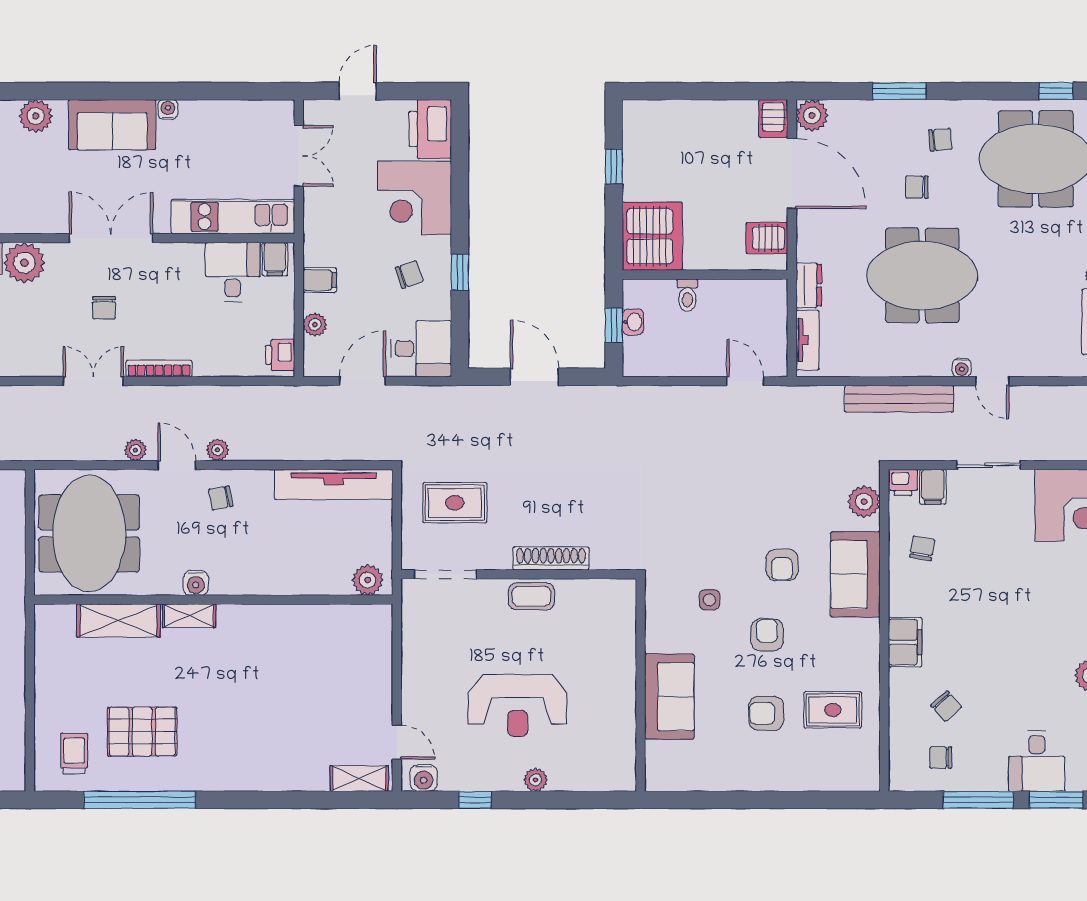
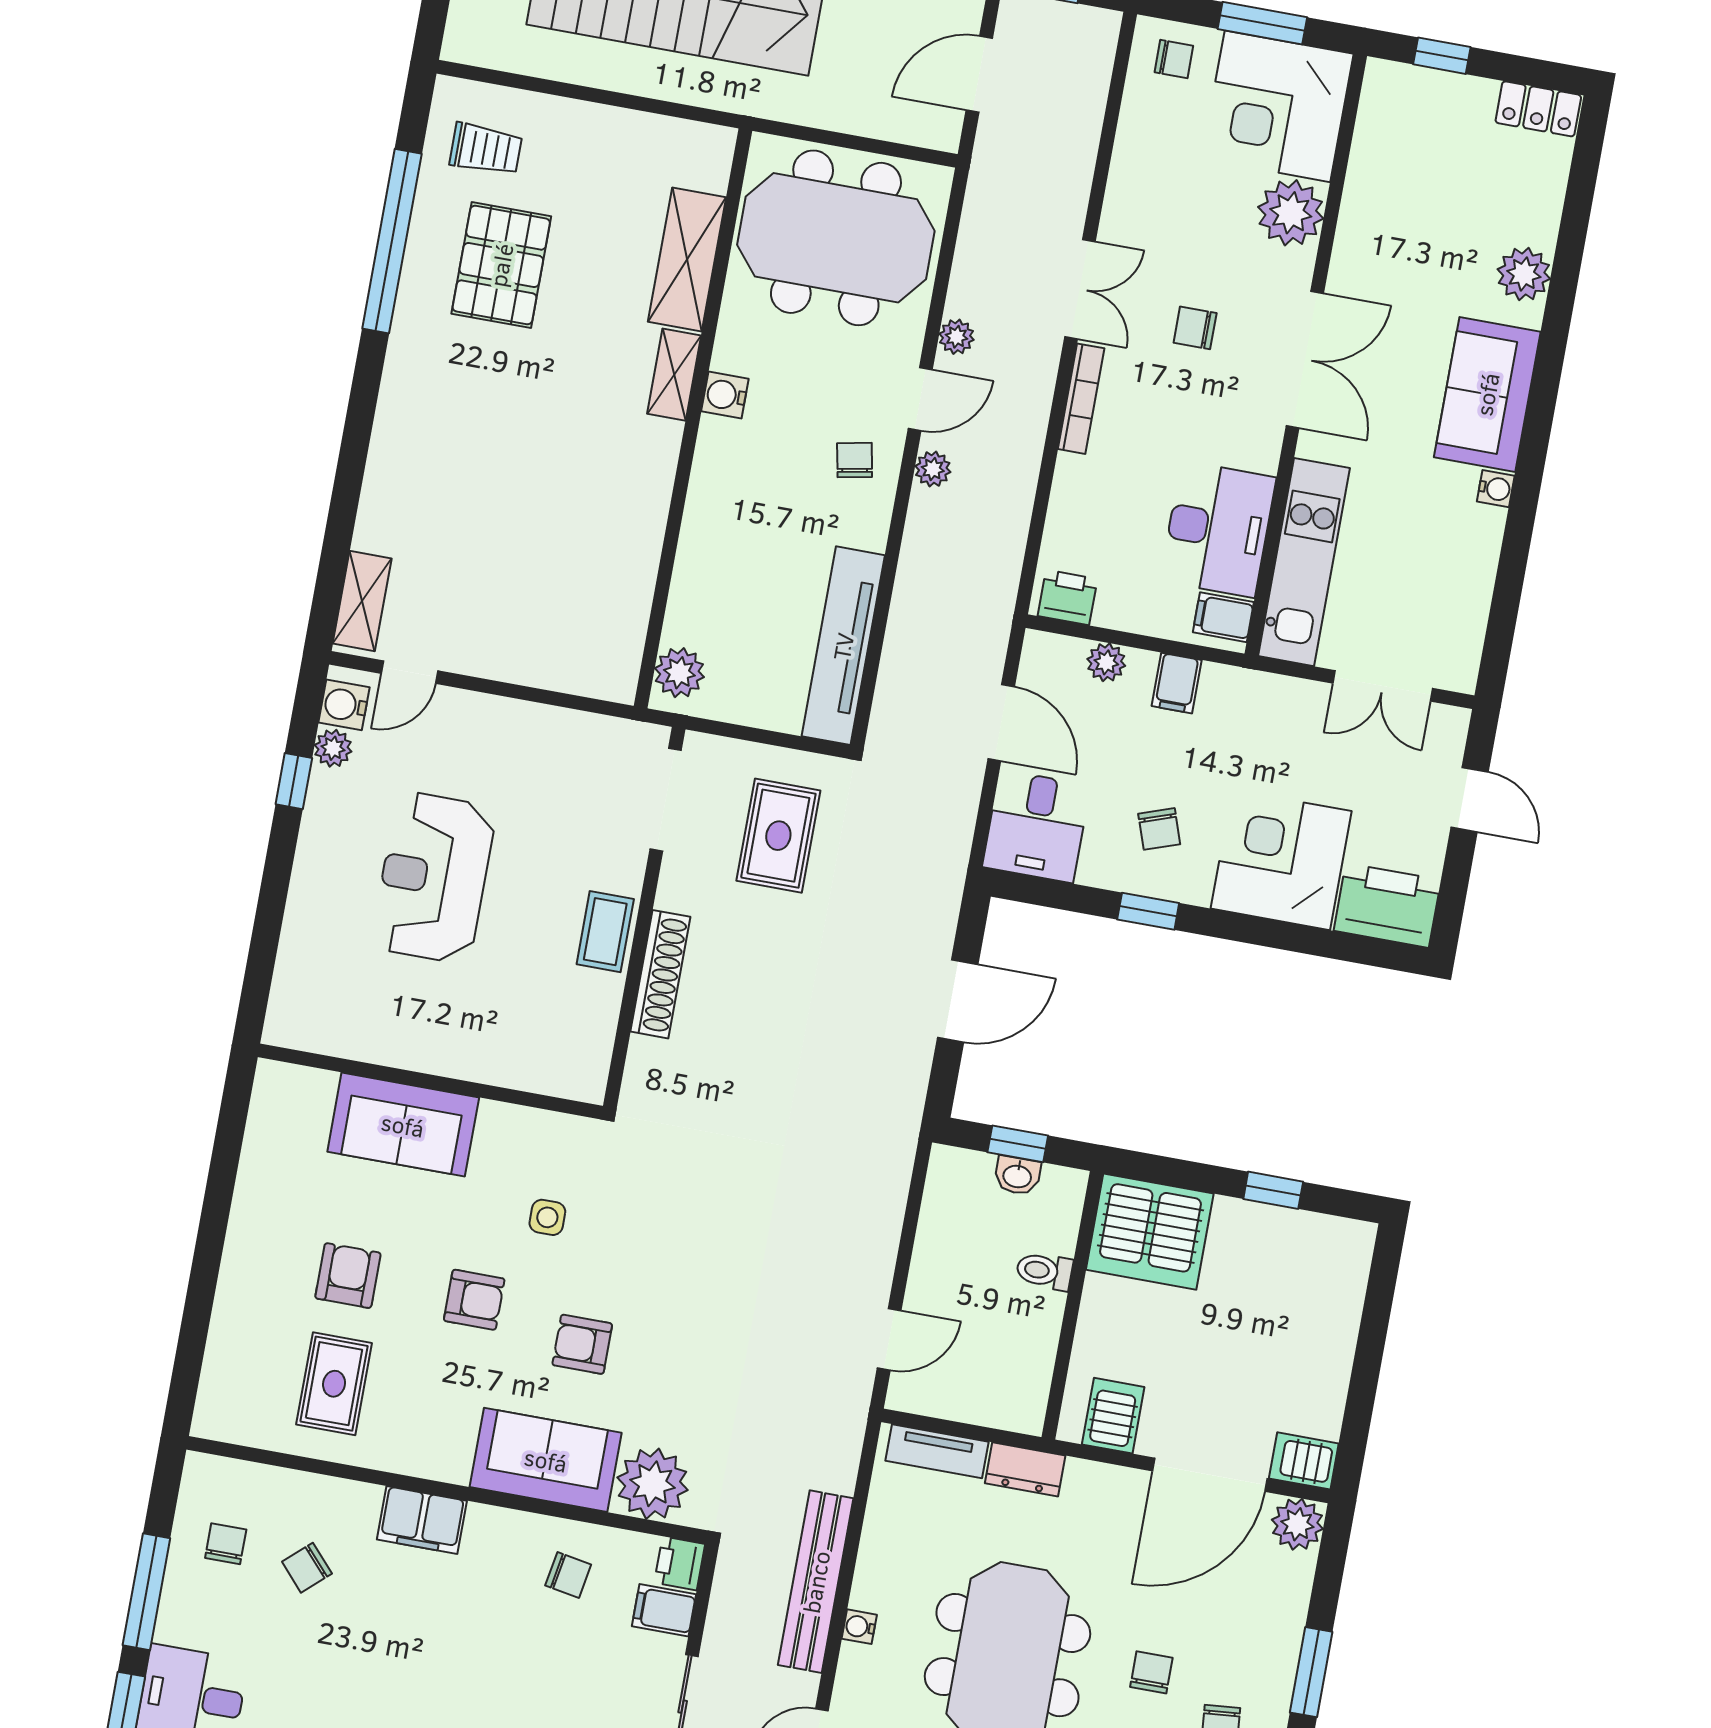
desk: (233, 272) -> (1218, 529), width x1.37
water cooler: (962, 368) -> (859, 1627), moved
plant: (864, 502) -> (653, 1484), width x1.36, depth x1.36
plant: (535, 780) -> (333, 748), moved

